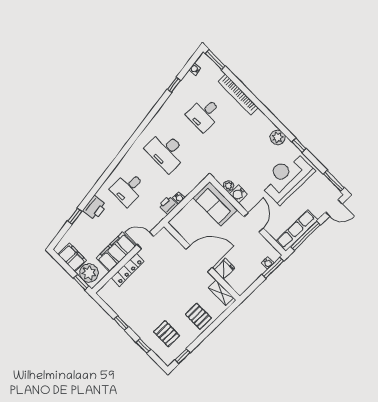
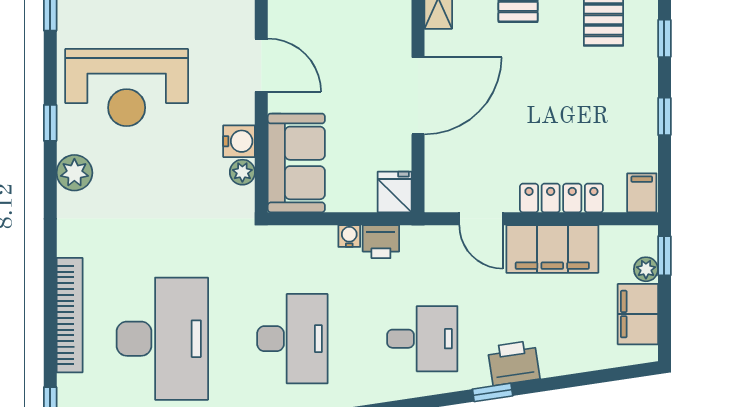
desk: (204, 114) -> (162, 339), width x1.87, depth x1.30
window: (75, 216) -> (493, 392), moved
door: (254, 222) -> (261, 65), swing flipped
door: (199, 258) -> (418, 96), swing flipped
fridge: (225, 269) -> (395, 192), moved, turned 90
plant: (89, 273) -> (646, 269), width x0.53, depth x0.53
filing cabinet: (106, 294) -> (642, 193), added

